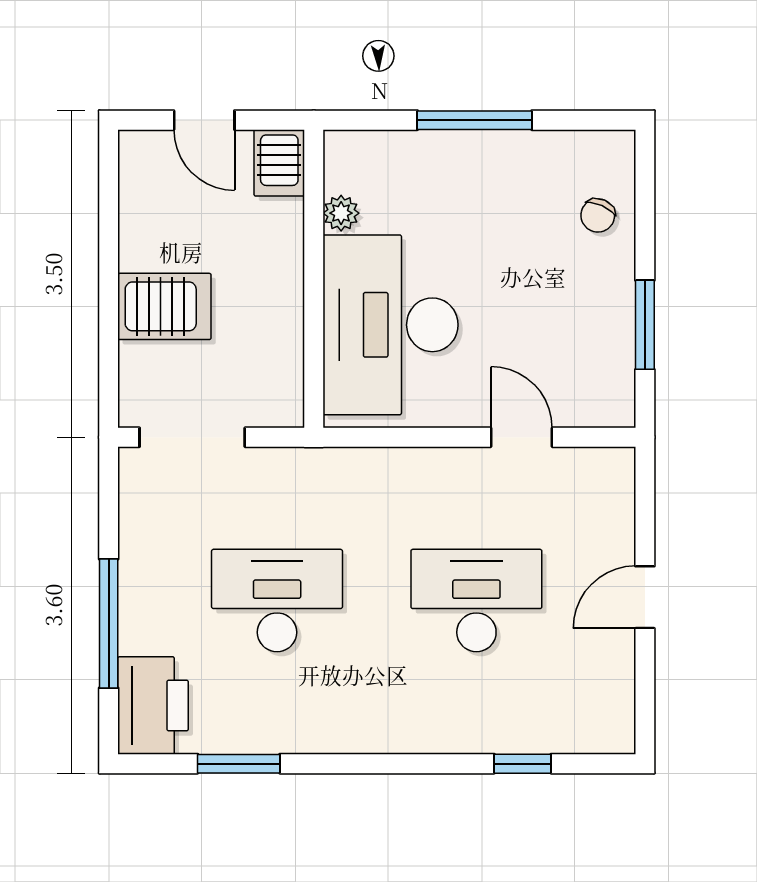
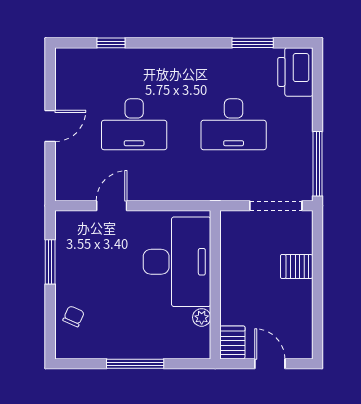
server rack: (164, 306) -> (297, 267), width x0.73, depth x0.70
door: (522, 437) -> (112, 206), swing flipped
window: (109, 624) -> (318, 164), moved

